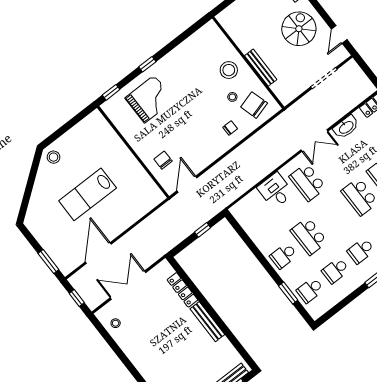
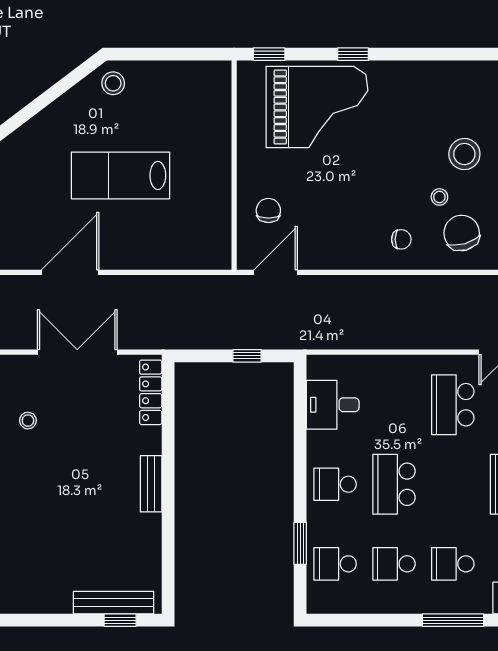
grand piano: (149, 99) -> (317, 107), width x1.37, depth x1.48
desk: (275, 191) -> (333, 405), moved, turned -90
locker: (182, 290) -> (151, 392), moved
bench: (207, 322) -> (151, 484), width x0.73
stool: (116, 323) -> (28, 421), moved

